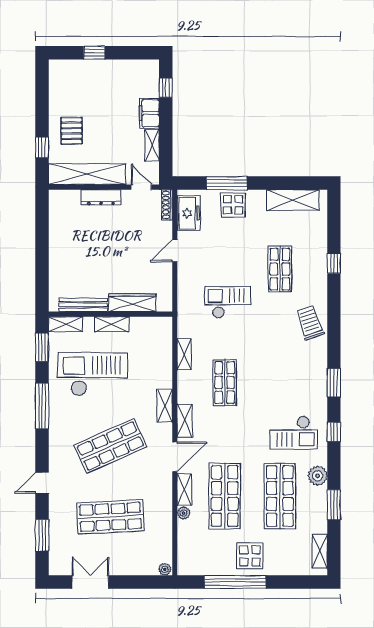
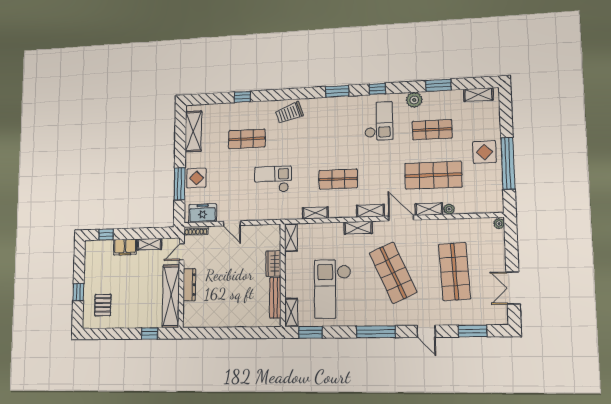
pallet: (72, 131) -> (103, 305), moved, turned 90
checkout: (228, 302) -> (273, 179), turned 90
wardrobe: (132, 303) -> (273, 263), width x0.67
shelving: (112, 324) -> (291, 238), moved
window: (42, 406) -> (376, 332), moved
shop shelf: (280, 496) -> (432, 130), width x0.70, depth x0.74

